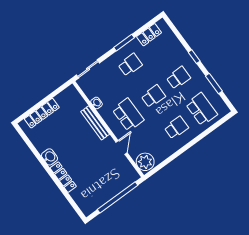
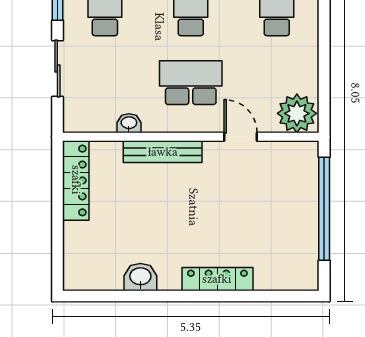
sliding door: (88, 69) -> (57, 68), moved
locker: (42, 113) -> (76, 180), moved
washbasin: (49, 157) -> (140, 277), moved

